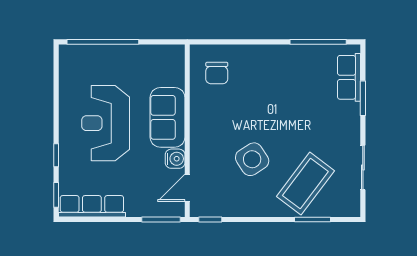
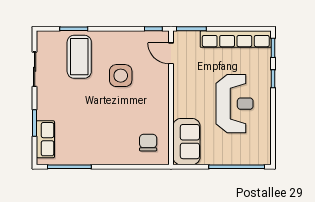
sofa: (168, 117) -> (186, 142), moved
water cooler: (175, 159) -> (181, 76), removed
side table: (252, 159) -> (121, 76), turned 33
coffee table: (305, 184) -> (79, 57), turned -37
door: (187, 188) -> (171, 53), swing flipped
row of seats: (92, 206) -> (236, 39), width x1.36

